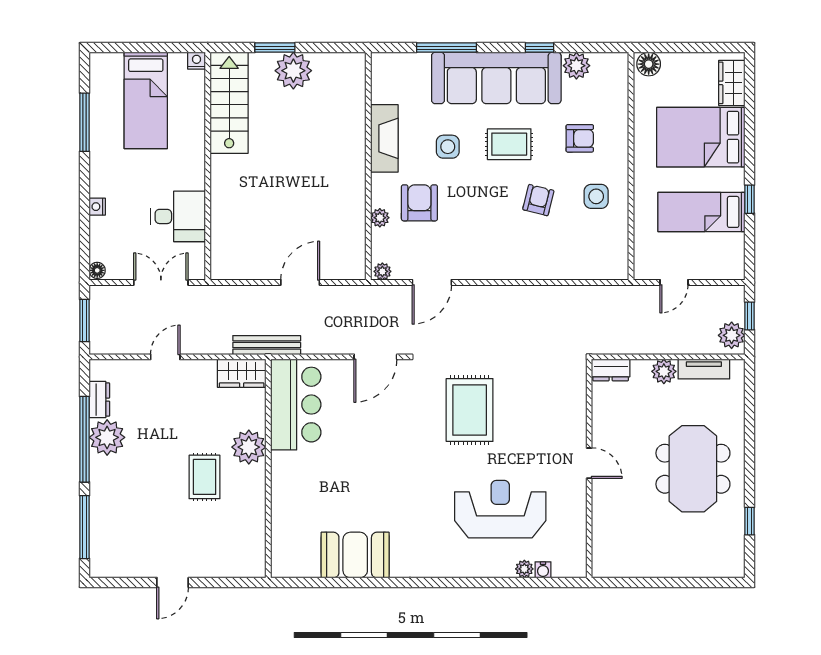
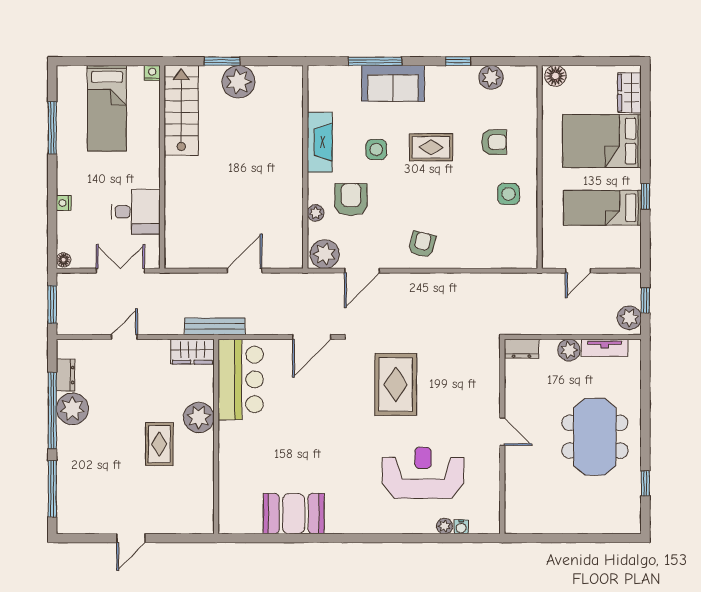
sofa: (496, 78) -> (393, 83), width x0.54, depth x0.79
armchair: (538, 200) -> (422, 244), moved
plant: (382, 271) -> (325, 254), width x1.88, depth x1.88

